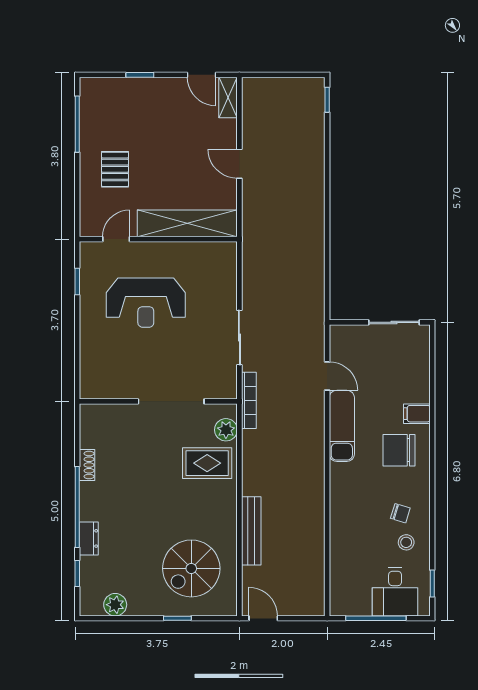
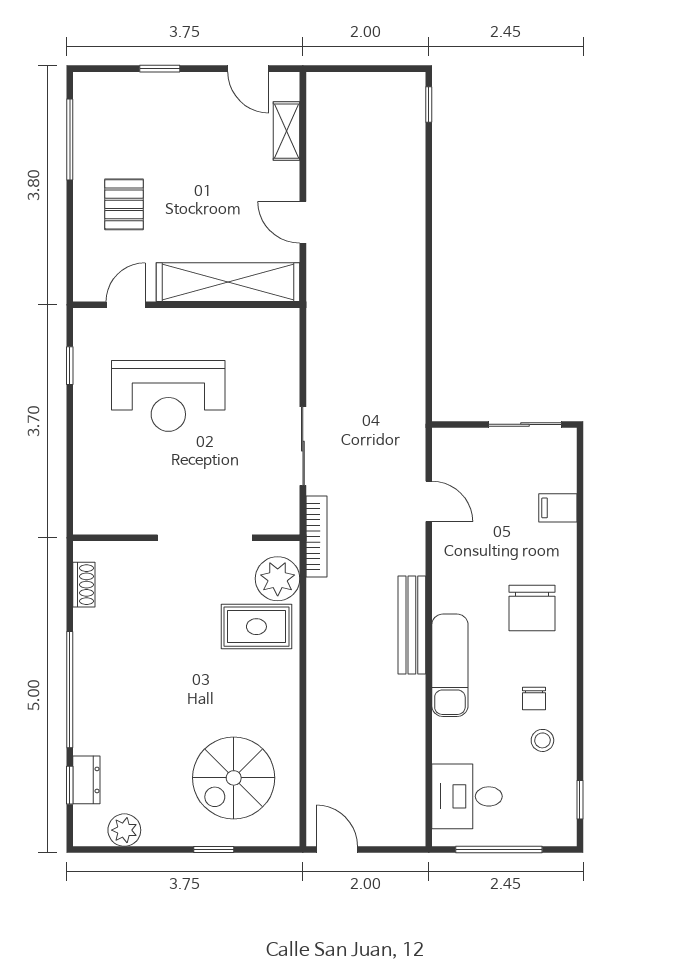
shelving: (228, 97) -> (286, 131), moved
door: (239, 164) -> (303, 222), moved
filing cabinet: (417, 414) -> (558, 508), moved
exam couch: (342, 426) -> (450, 665), moved
plant: (226, 430) -> (278, 579), width x1.36, depth x1.36
chair: (399, 450) -> (532, 608), turned -90
shoe rack: (87, 465) -> (84, 585), moved
chair: (400, 513) -> (534, 699), turned 73
bench: (251, 531) -> (412, 625), moved
dresser: (89, 538) -> (86, 780), moved
desk: (395, 592) -> (467, 796), moved, turned 90

